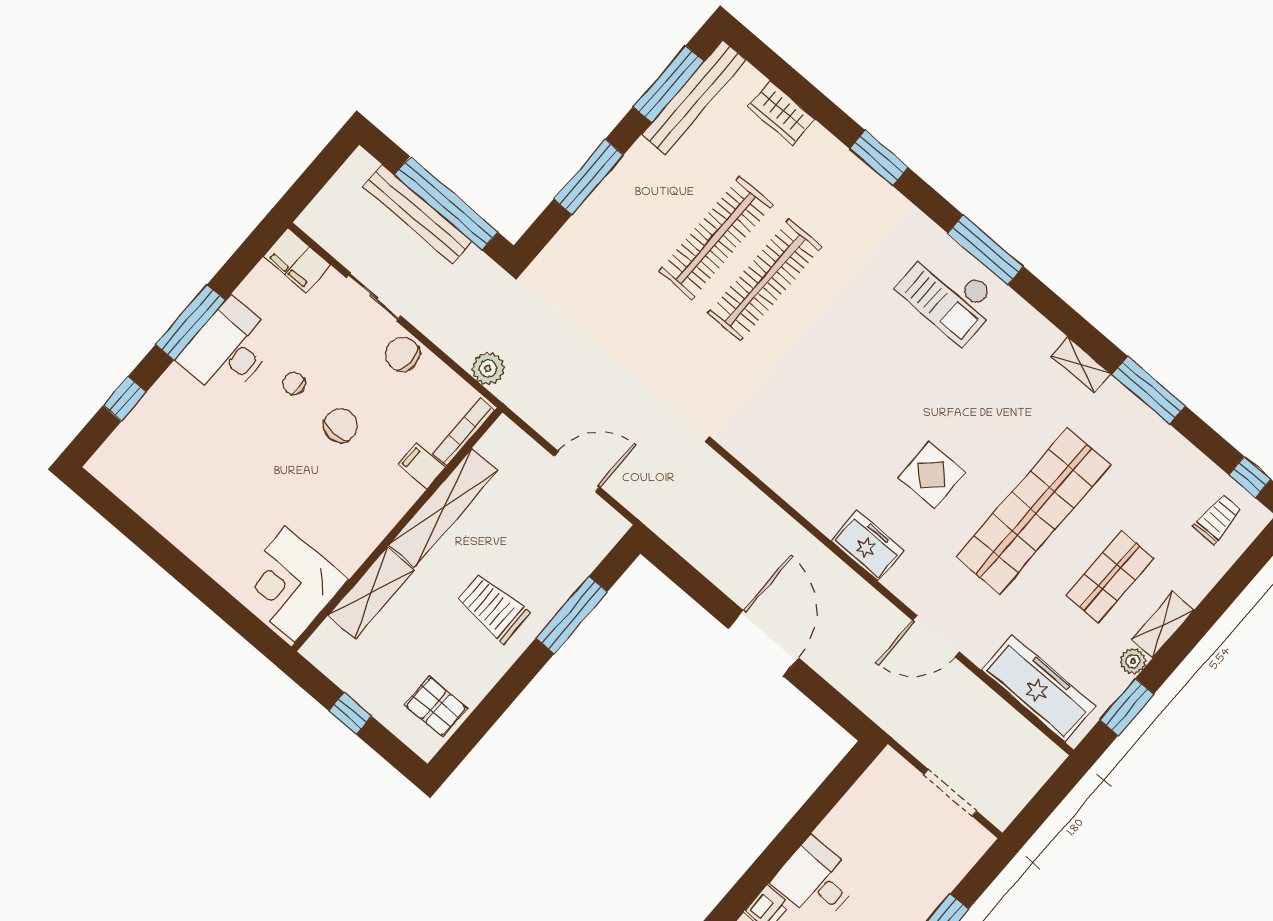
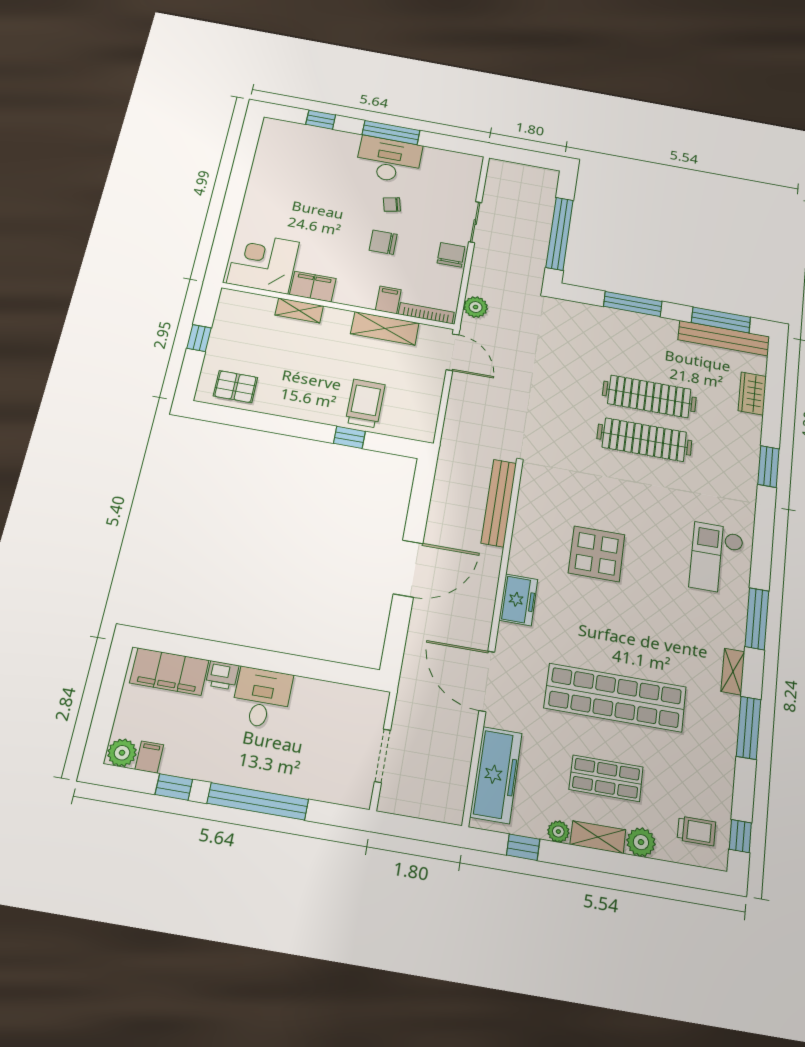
bench: (417, 214) -> (499, 503), moved
window: (986, 250) -> (757, 619), moved
filing cabinet: (297, 260) -> (313, 287), moved, turned 90
chair: (294, 383) -> (392, 205), turned -100
chair: (340, 425) -> (383, 242), turned 180
door: (577, 472) -> (453, 352), moved
display table: (932, 475) -> (597, 554), moved, width x1.36, depth x1.36
shelving: (443, 508) -> (385, 328), width x0.68
plant: (1194, 584) -> (641, 842), added
shelving: (371, 593) -> (299, 310), width x0.67, depth x0.75
trolley: (492, 608) -> (365, 403), moved
window: (572, 615) -> (349, 437), width x0.46
door: (936, 636) -> (487, 681), width x1.36
pallet: (436, 707) -> (235, 387), turned 90
window: (1127, 707) -> (523, 847), width x0.67

